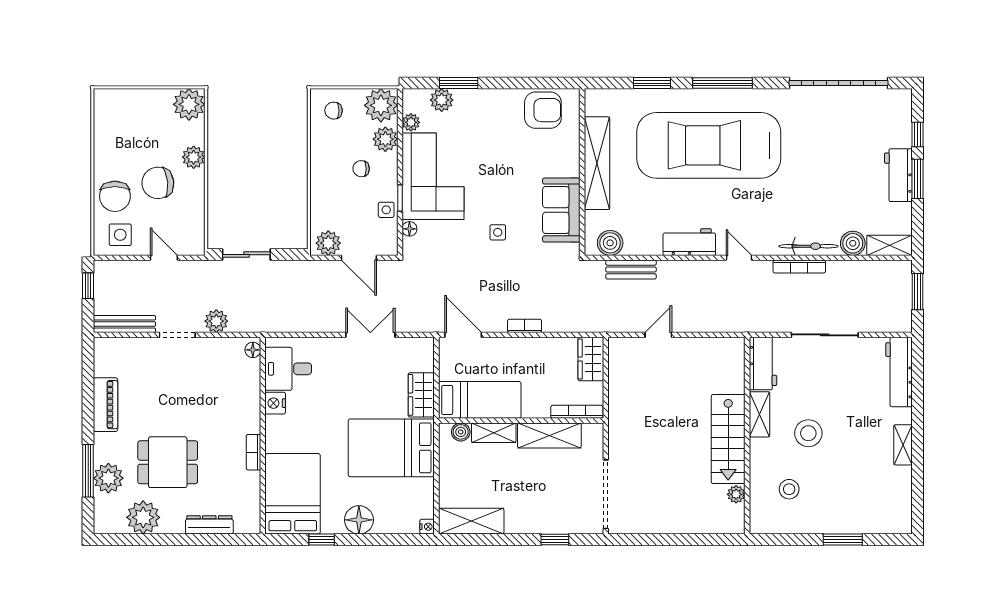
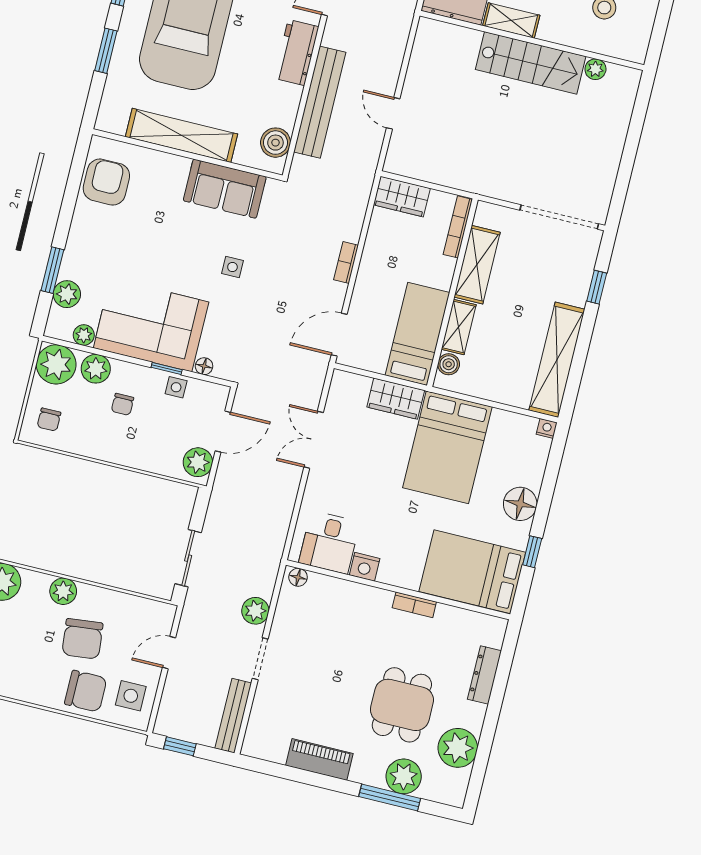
bench: (631, 269) -> (320, 102), width x1.86, depth x1.21
shelving: (471, 521) -> (557, 360), width x1.47

